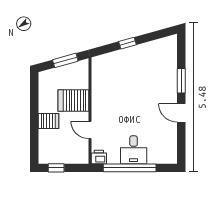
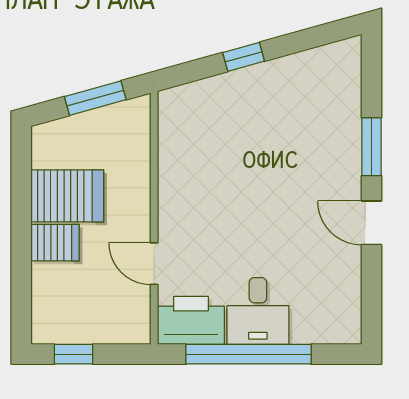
server rack: (73, 100) -> (67, 196), moved, turned 180
printer: (99, 157) -> (191, 320), width x1.87, depth x1.48

